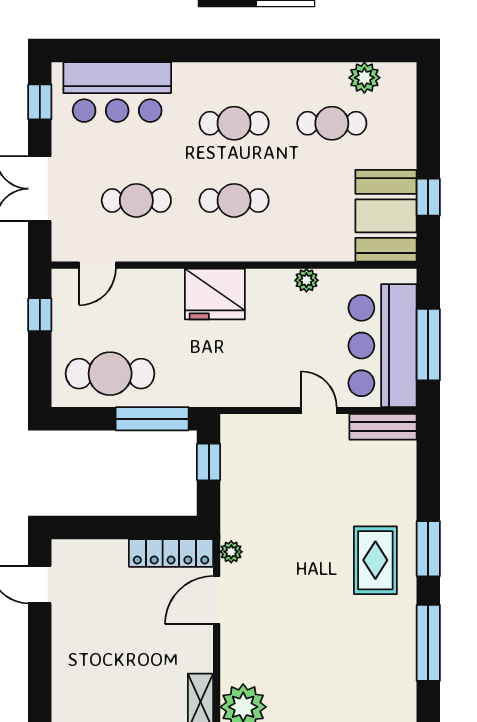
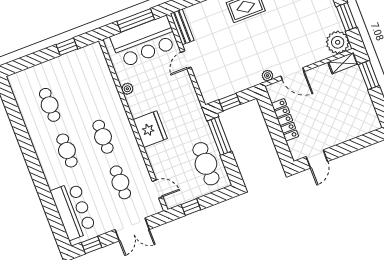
plant: (364, 78) -> (22, 98), removed
booth: (386, 216) -> (83, 63), removed
locker: (171, 553) -> (285, 120), moved

